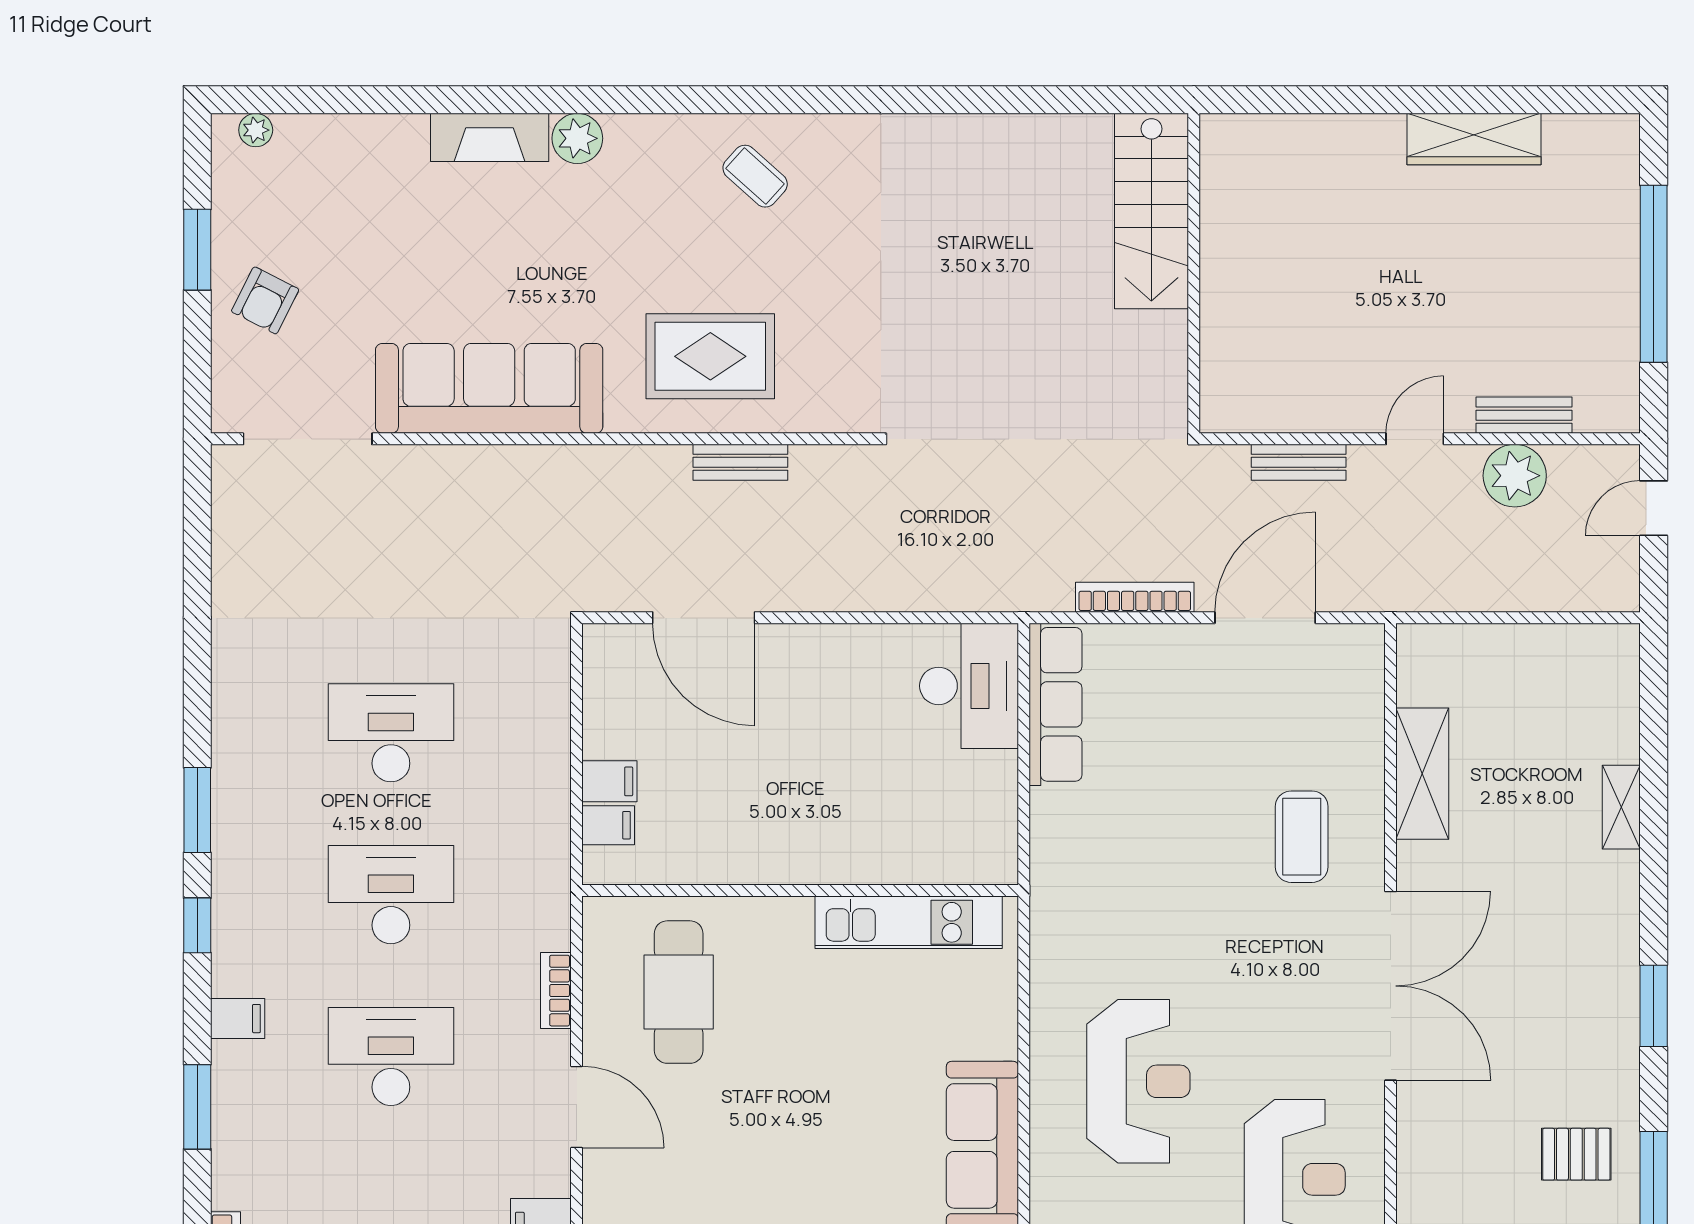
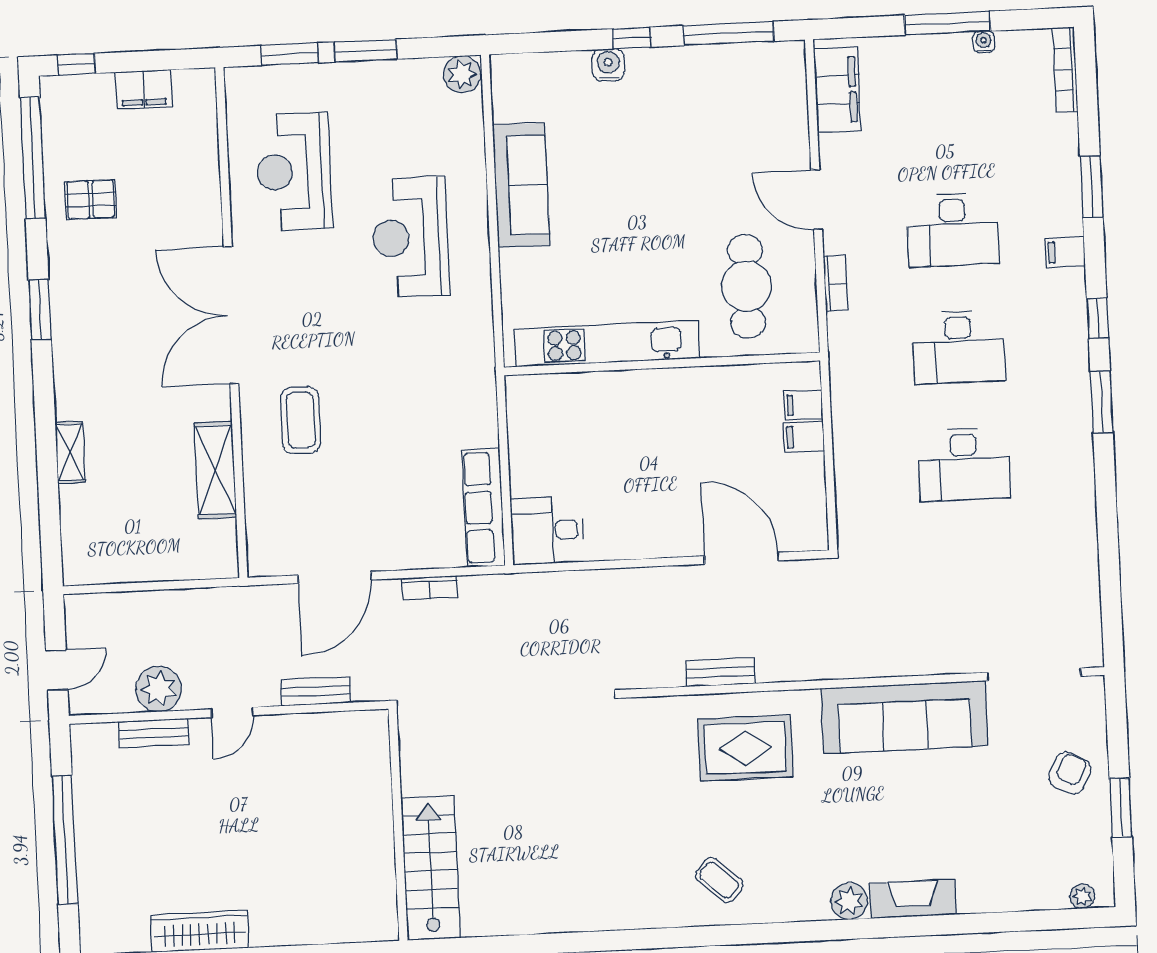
bookcase: (1135, 597) -> (430, 588), width x0.64
desk: (969, 686) -> (547, 530), width x0.73
kitchen unit: (909, 922) -> (607, 344), width x1.36

